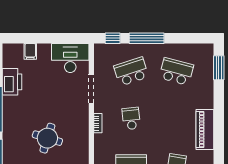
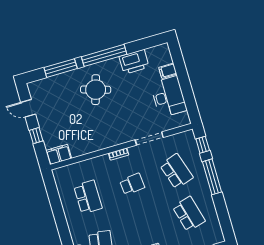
desk: (70, 58) -> (169, 97), moved
school desk: (176, 71) -> (189, 214), turned -30
round table: (47, 138) -> (96, 90), moved

